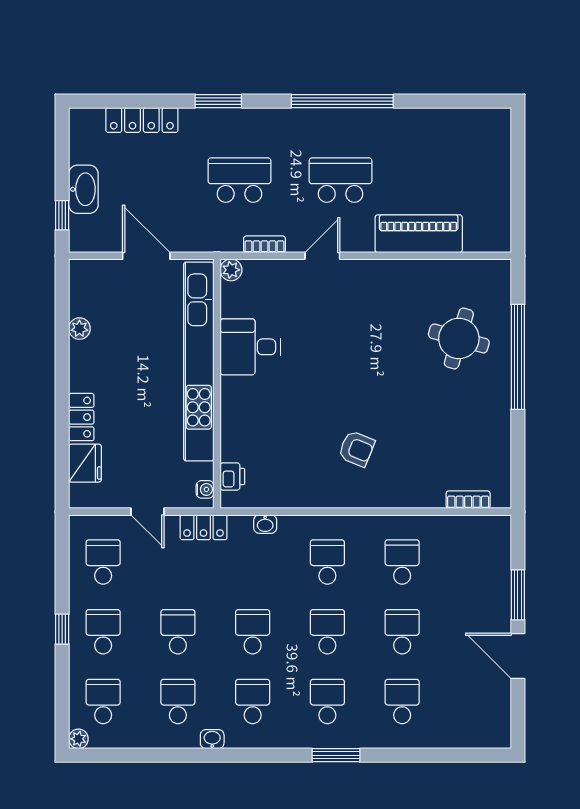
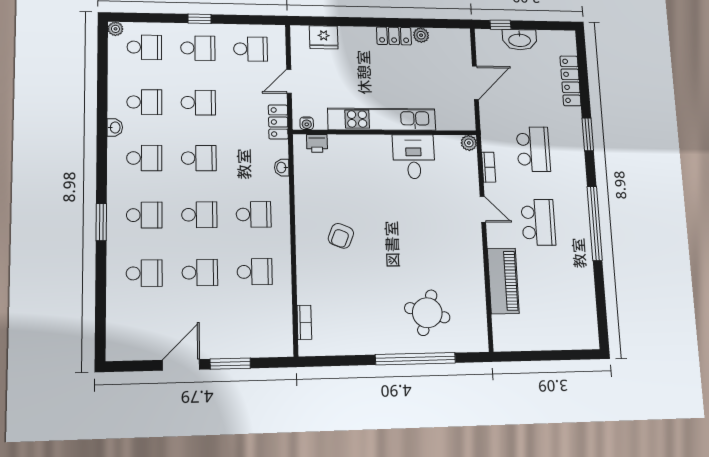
kitchen unit: (199, 361) -> (382, 119), width x0.73
locker: (81, 417) -> (394, 36), moved

